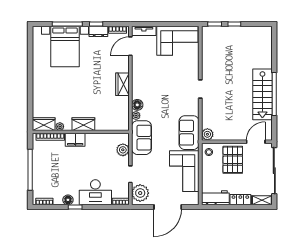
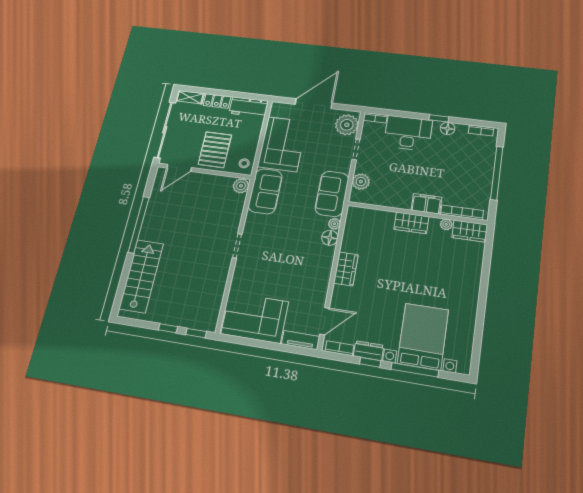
stairs: (262, 94) -> (141, 276), moved

